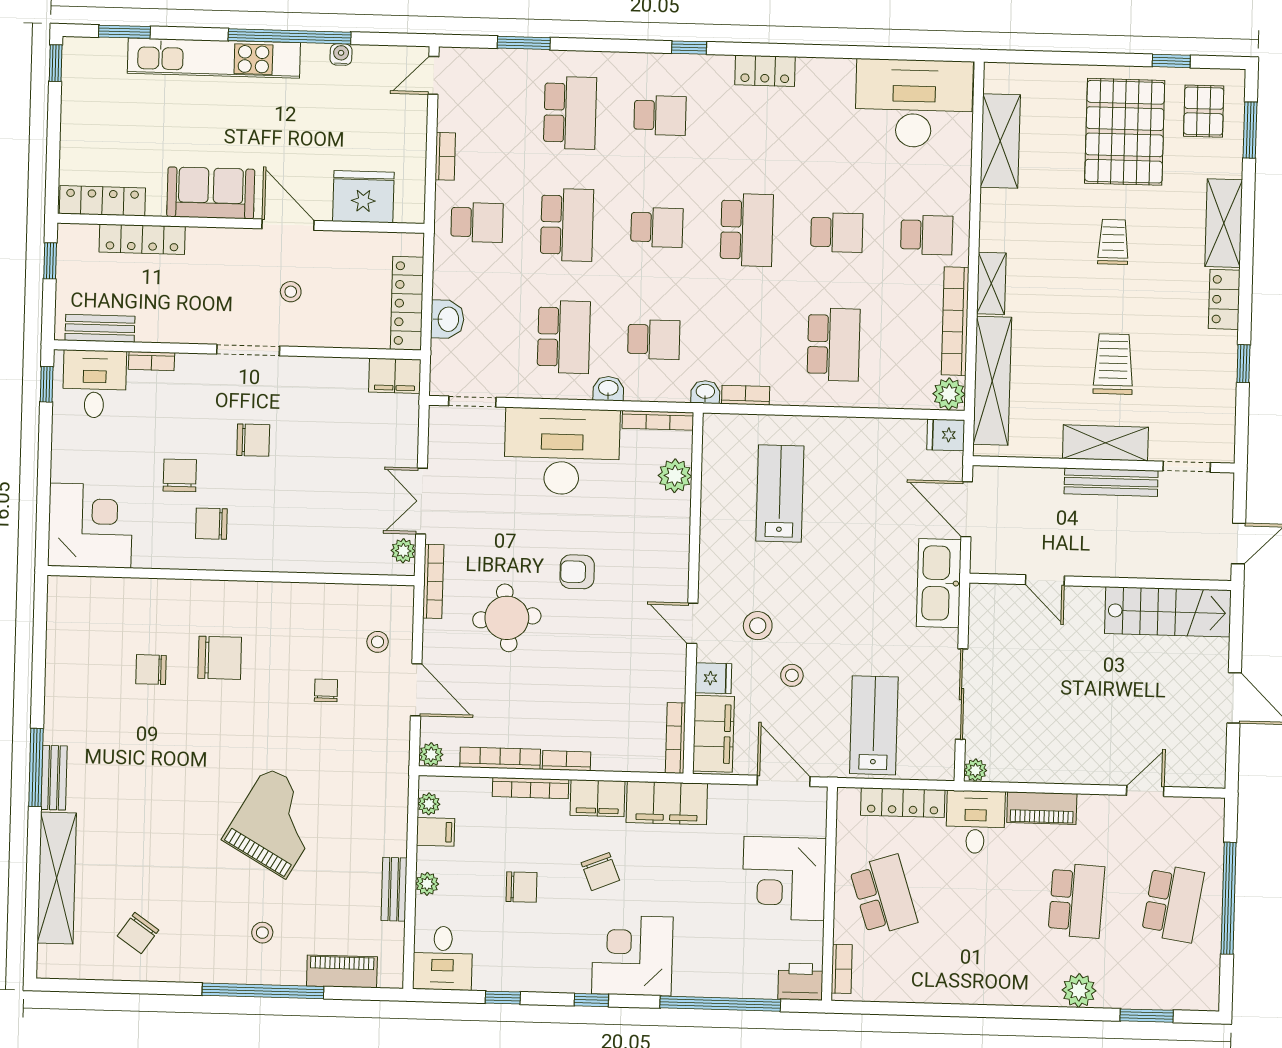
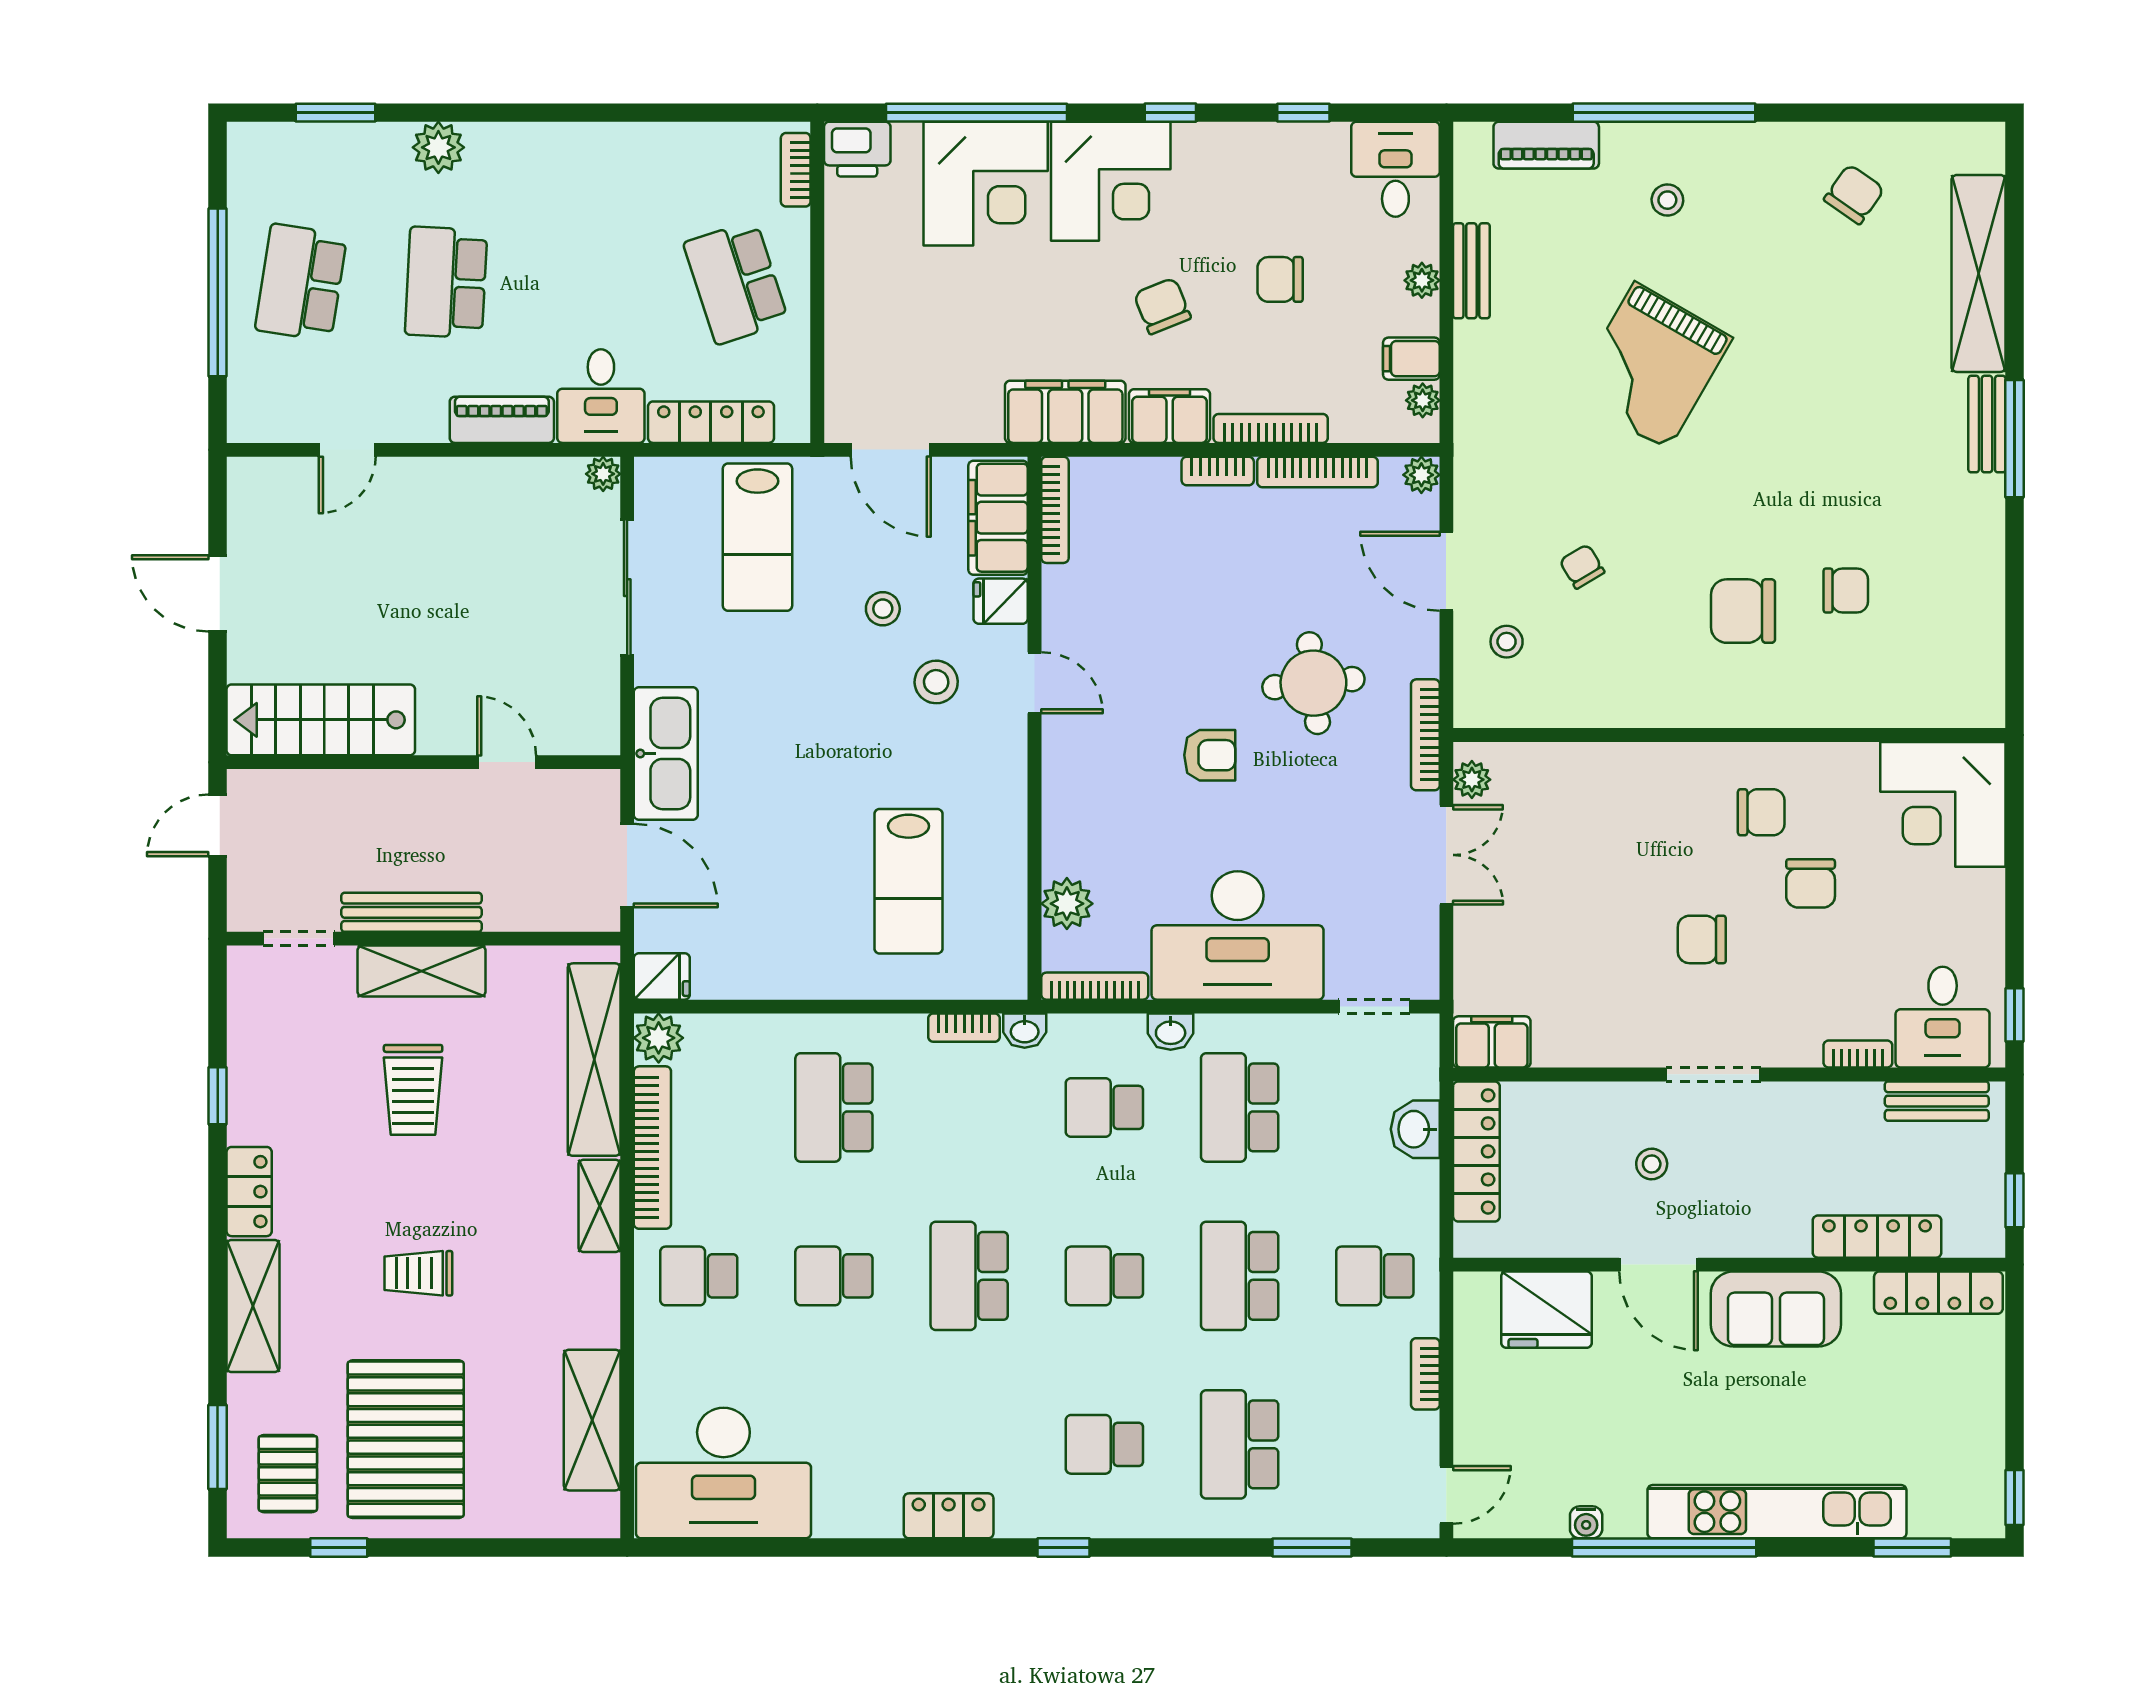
trolley: (1113, 242) -> (418, 1273), turned 90
chair: (326, 690) -> (1582, 567), turned 149
corner desk: (784, 879) -> (986, 184), moved, turned 90

